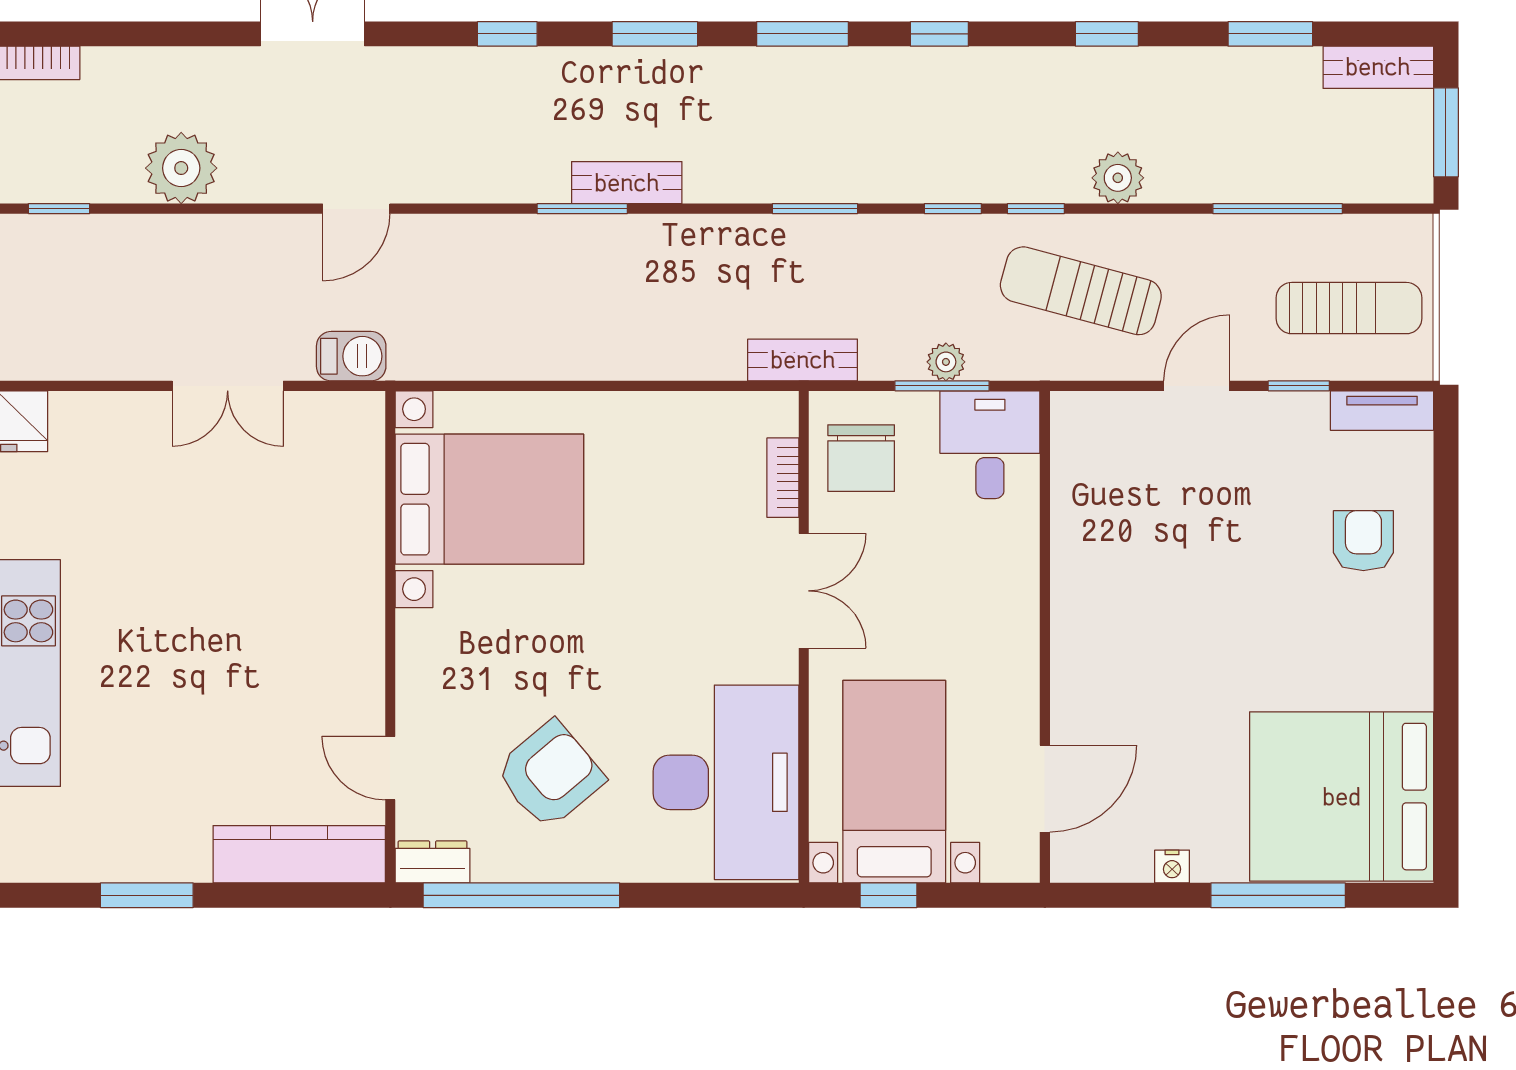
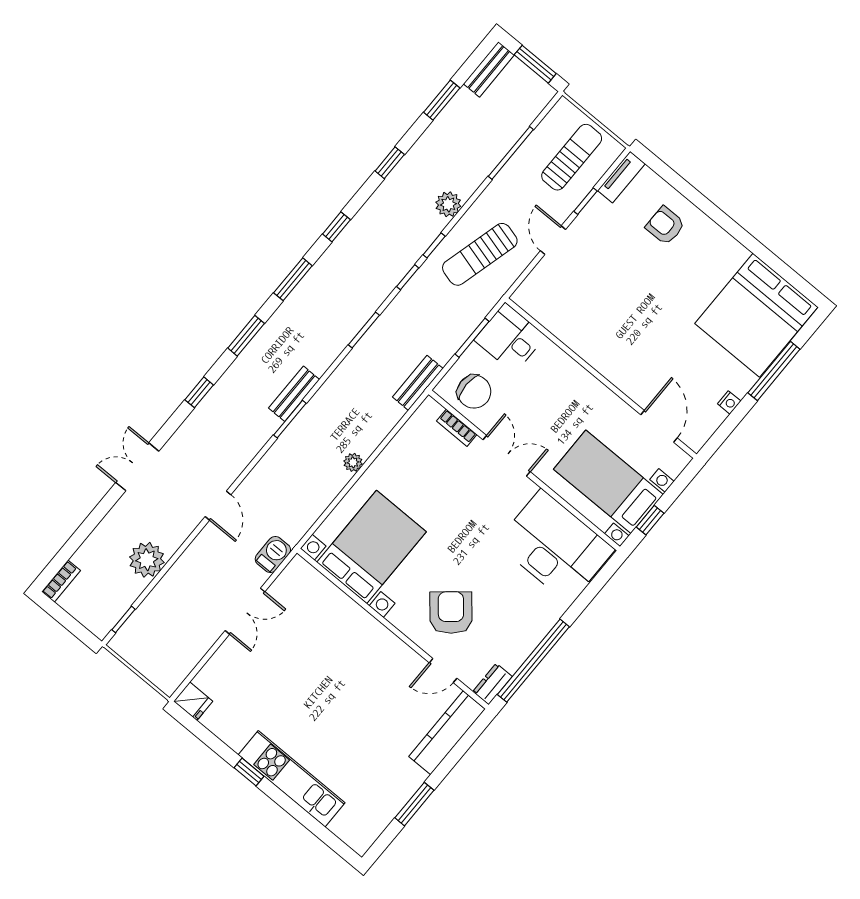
plant: (946, 362) -> (353, 462), moved
armchair: (550, 775) -> (451, 613), moved

